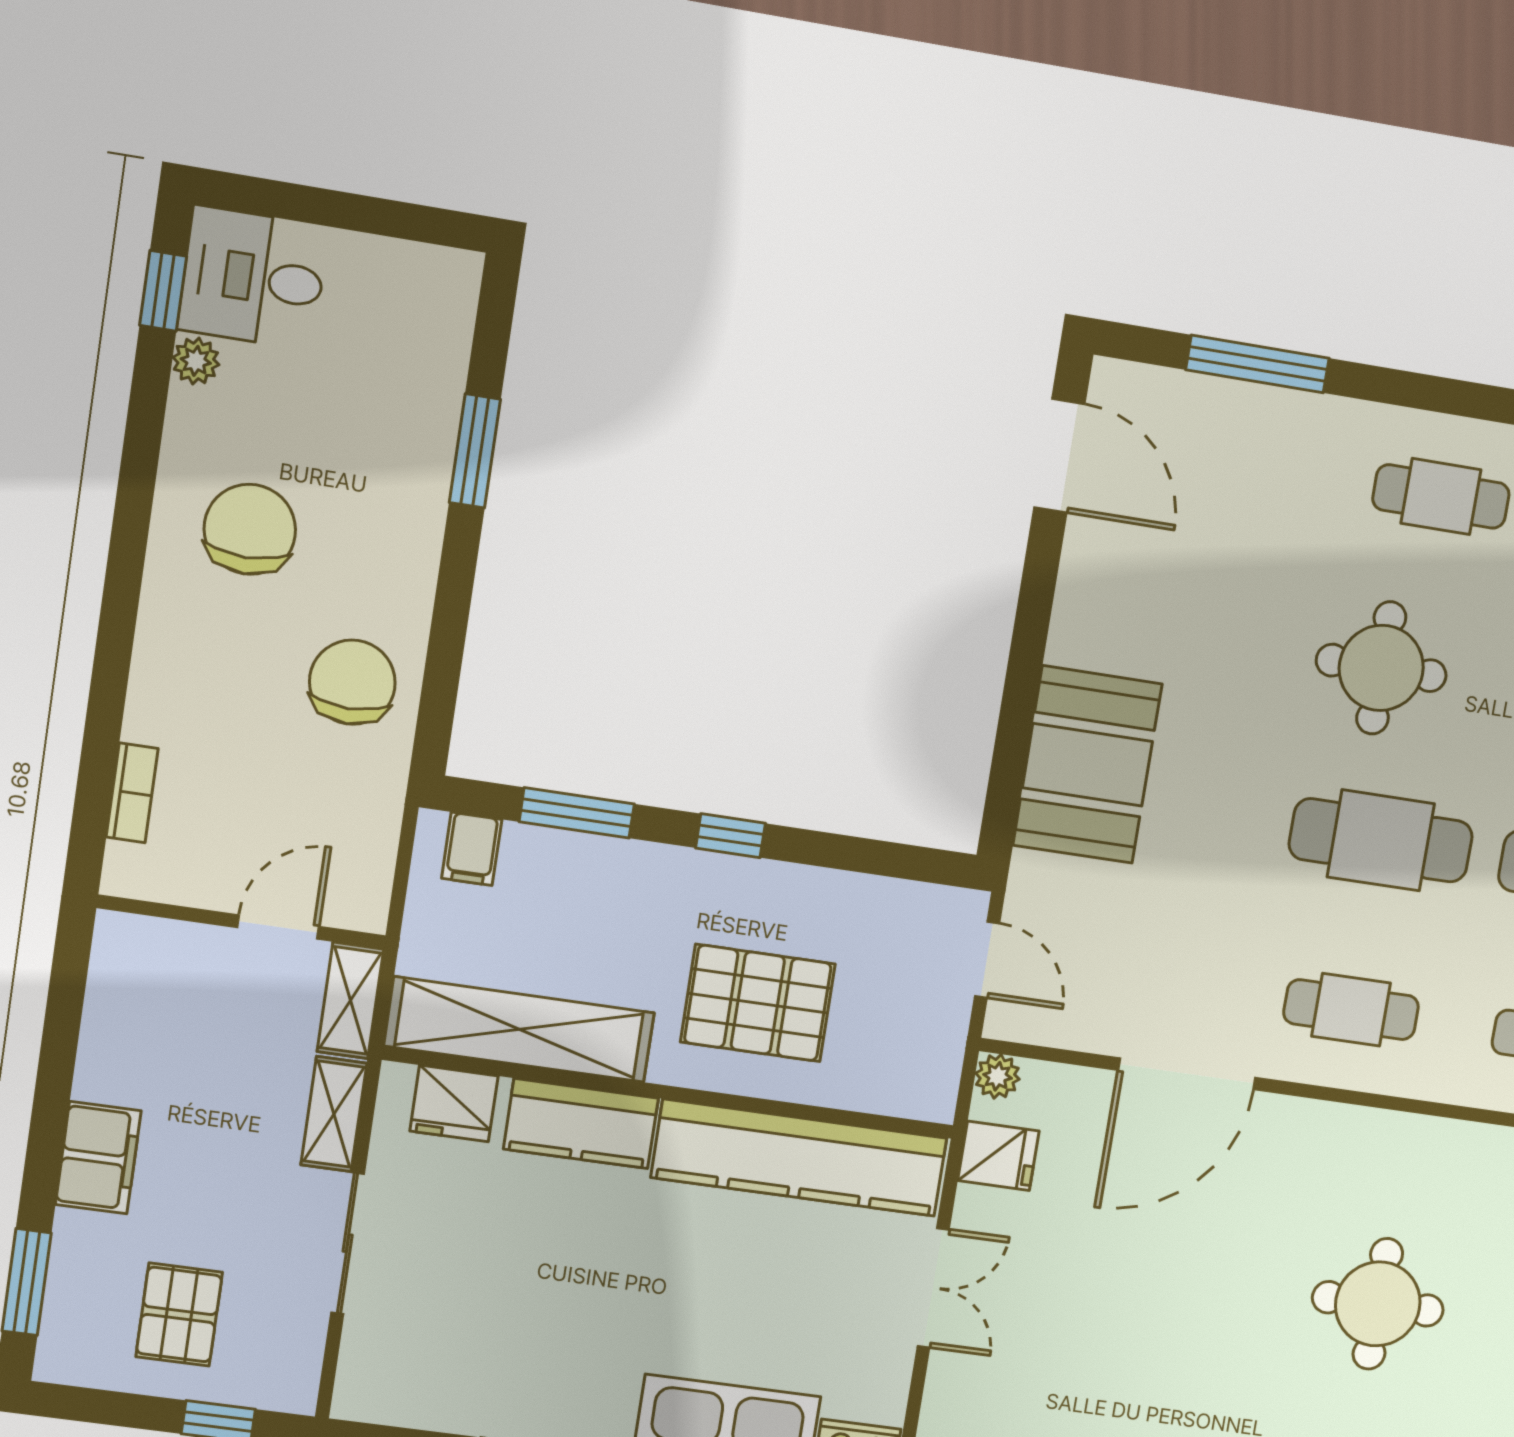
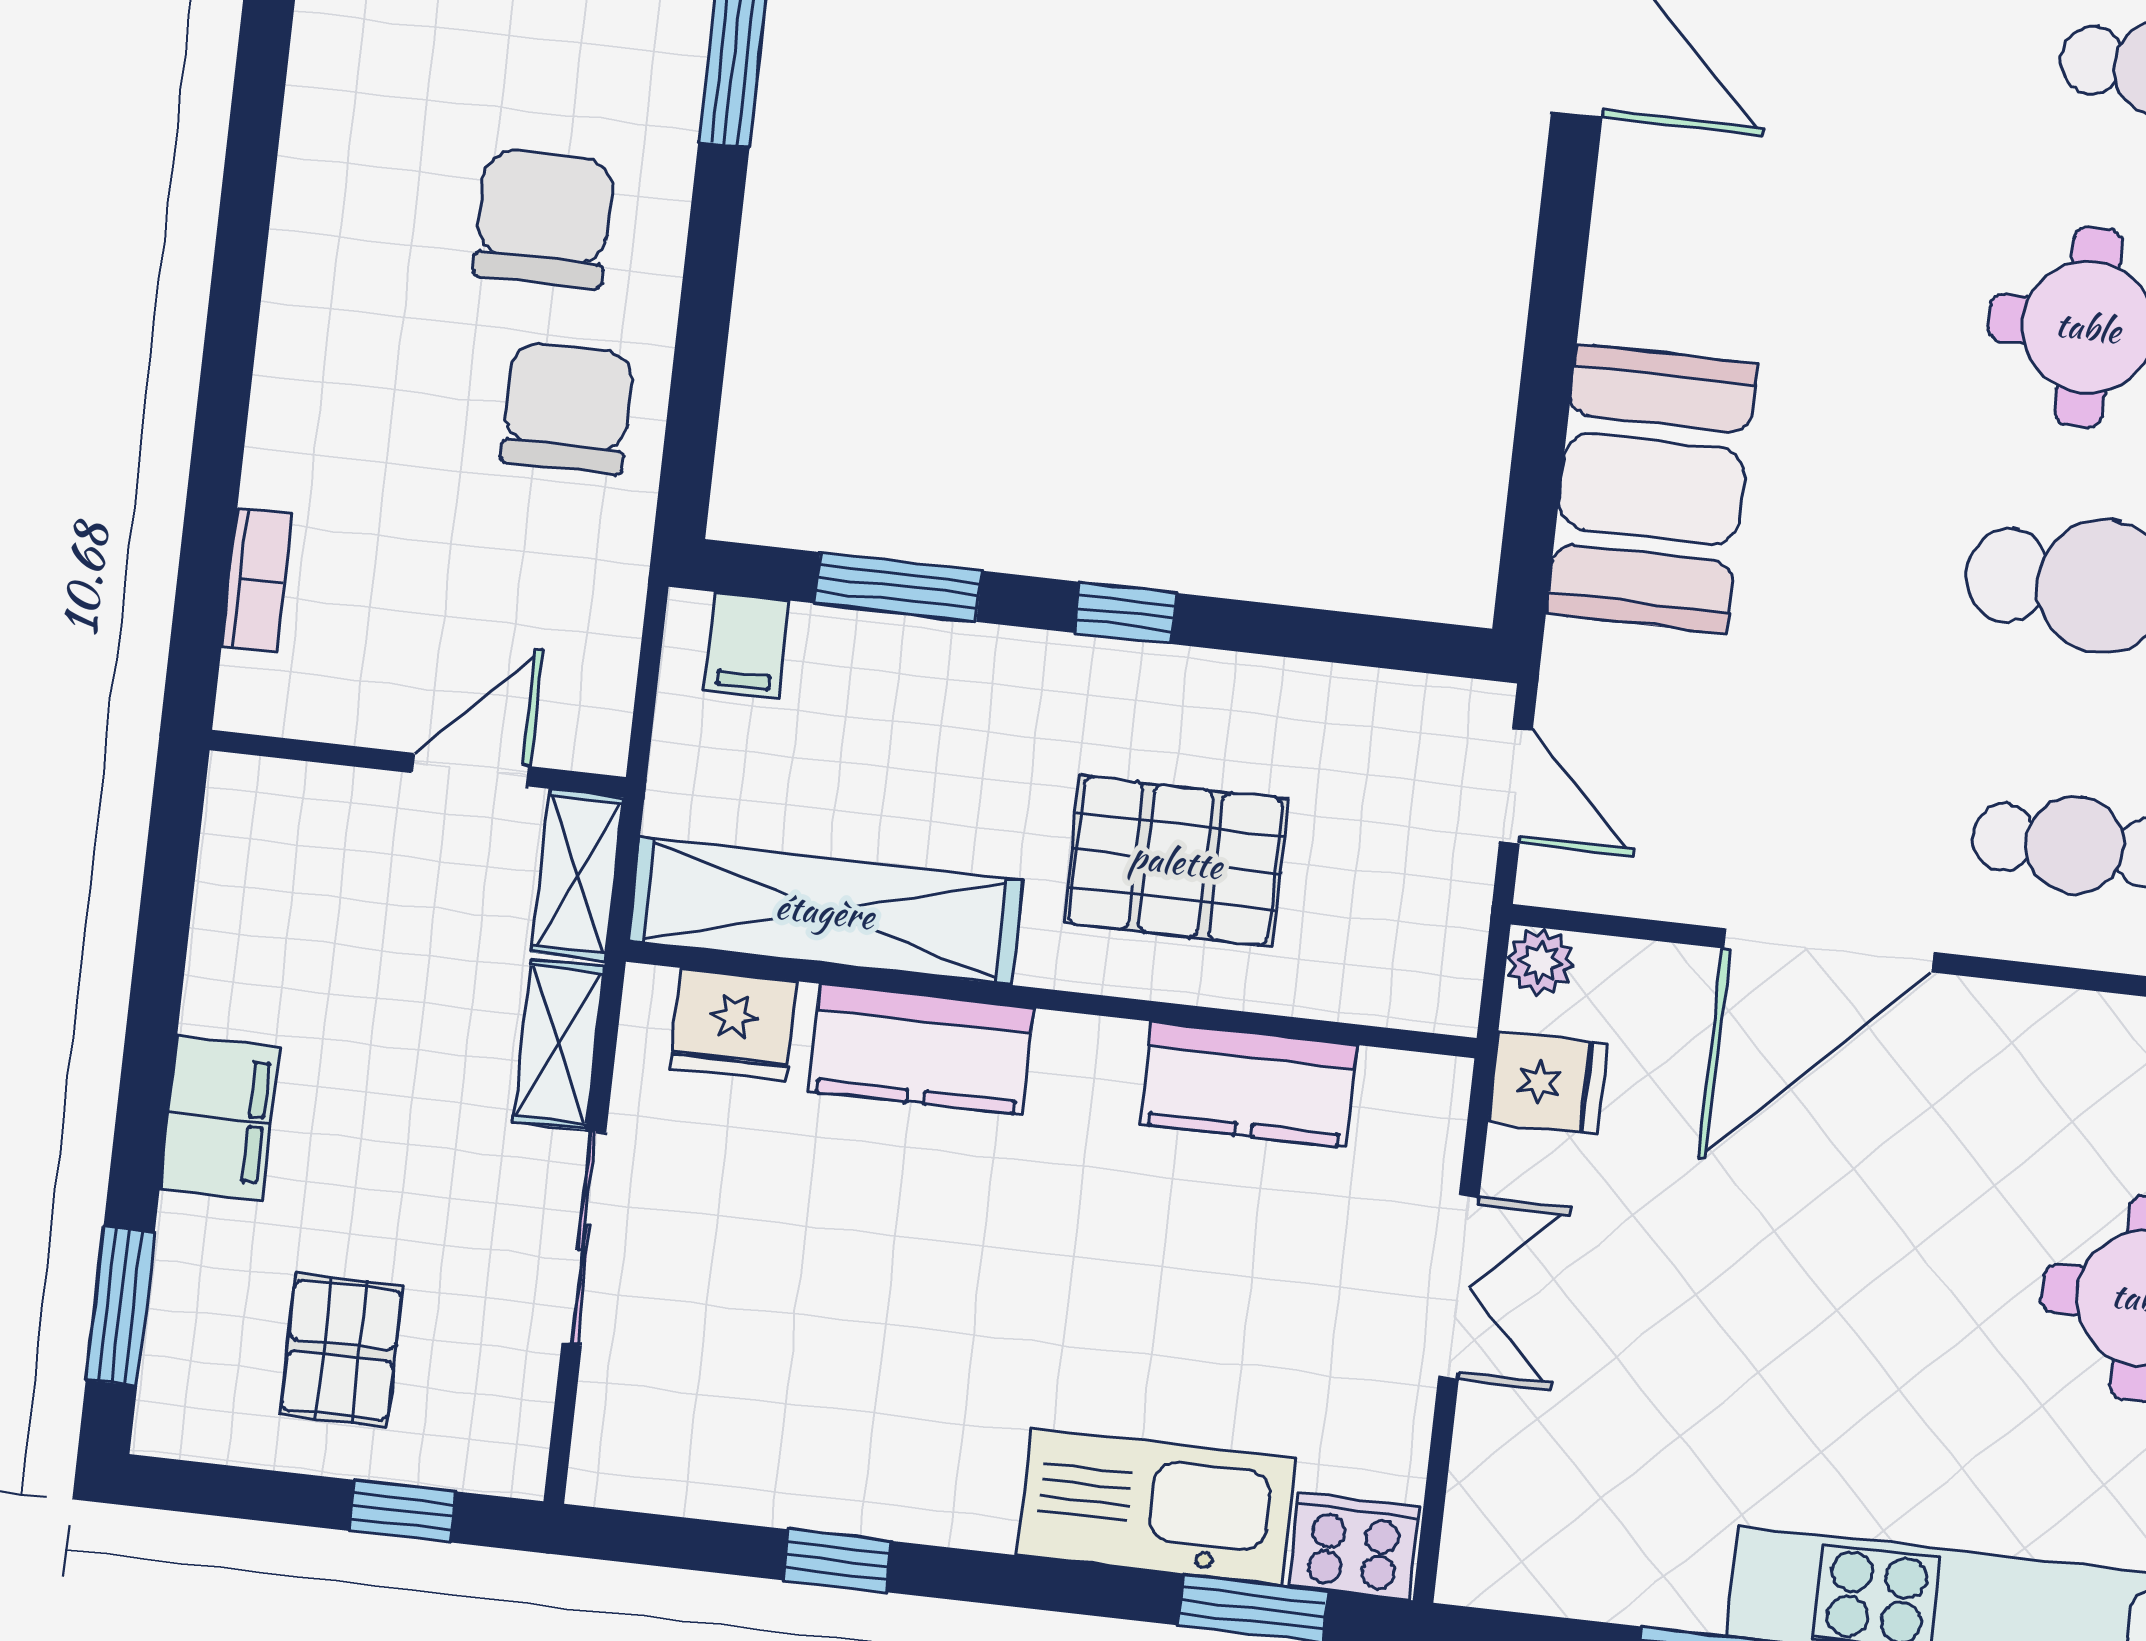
chair: (250, 529) -> (543, 219), moved
kitchen counter: (799, 1158) -> (1249, 1085), width x0.48, depth x0.86

